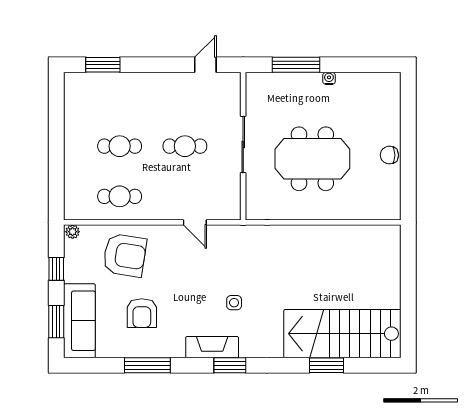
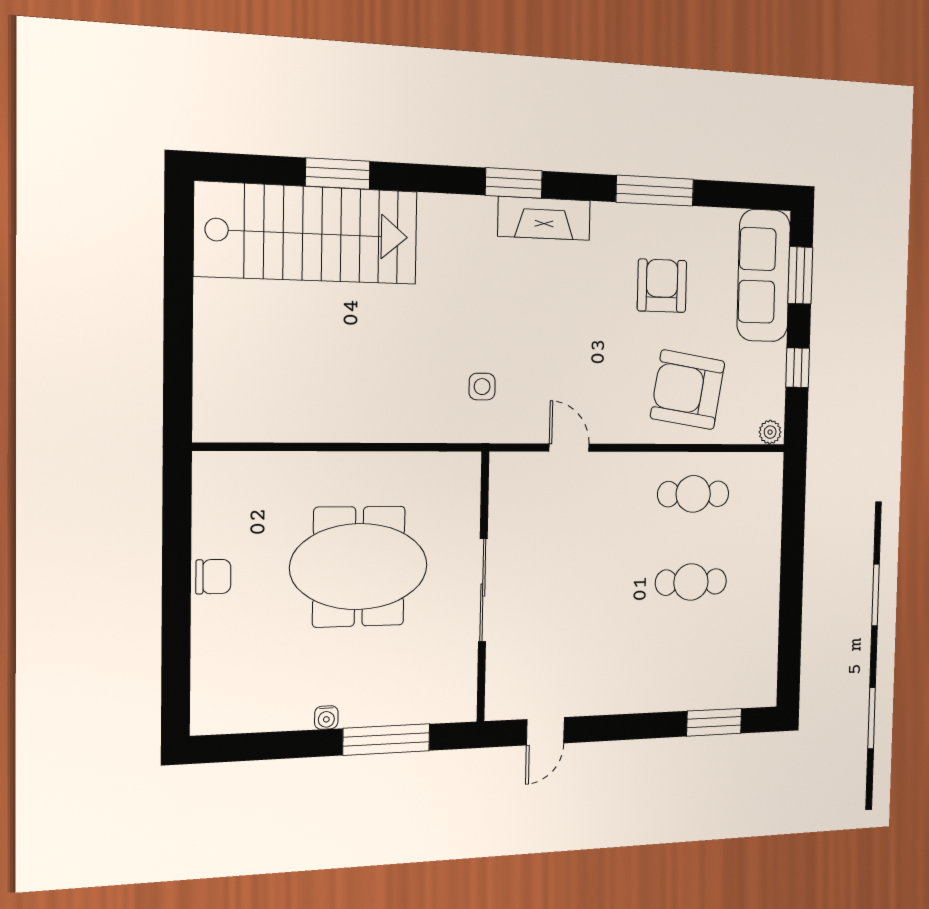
cafe table: (185, 146) -> (583, 585), removed
side table: (234, 303) -> (482, 387), moved

